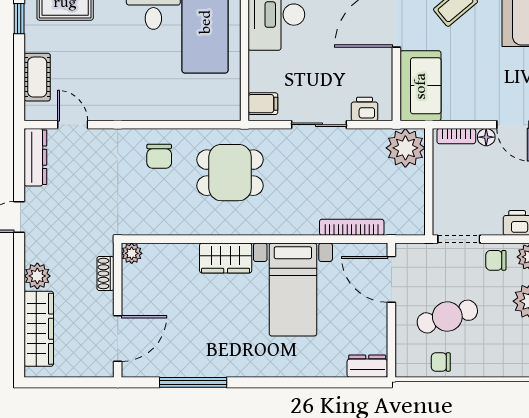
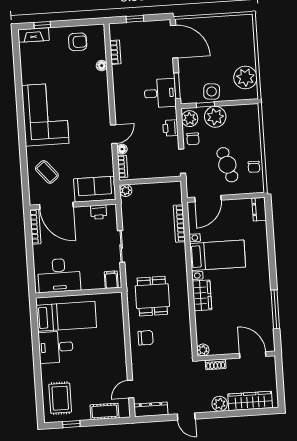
printer: (365, 109) -> (99, 212), moved, turned -90
plant: (405, 148) -> (126, 191), width x0.53, depth x0.53

